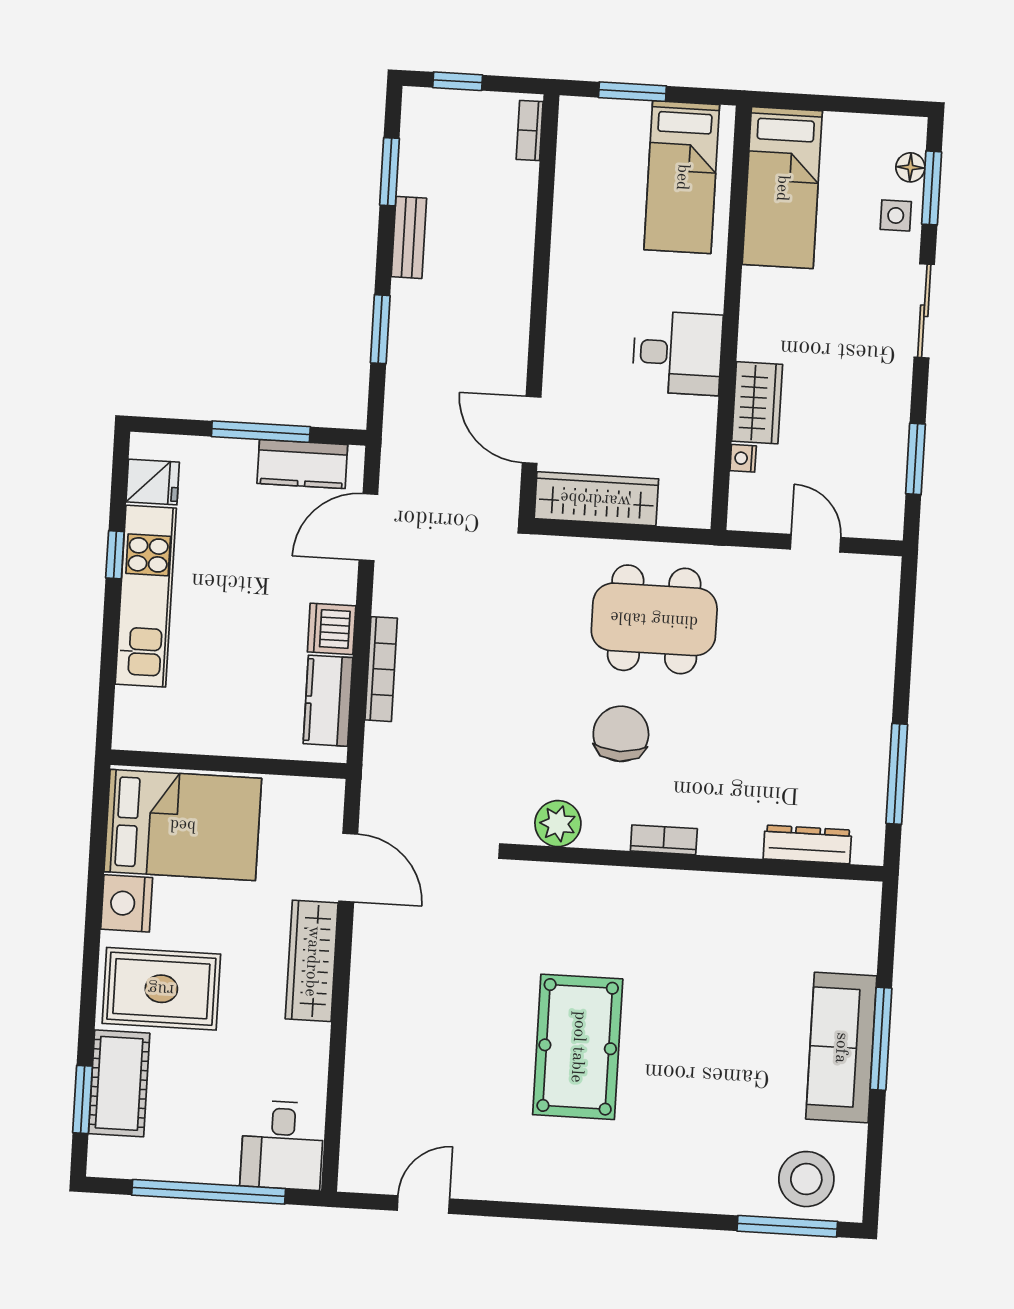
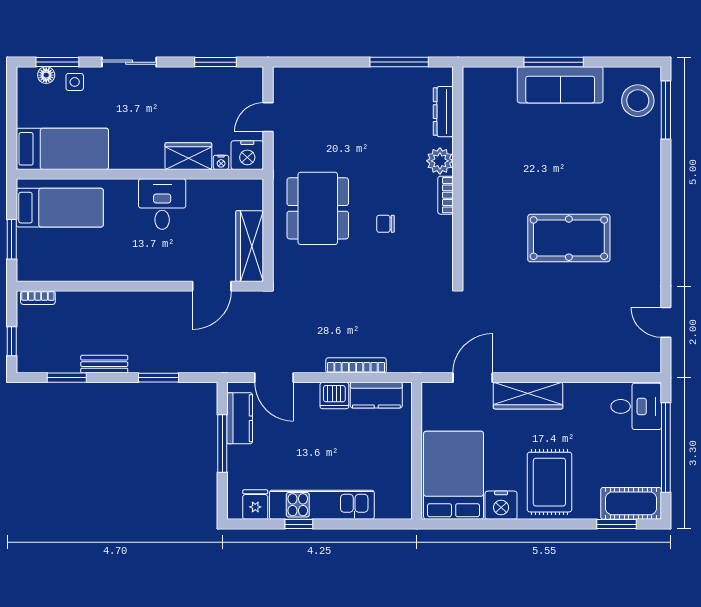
nightstand: (753, 504) -> (247, 155), added
chair: (621, 734) -> (385, 224), width x0.54, depth x0.54
plant: (558, 824) -> (440, 161), moved
cot: (119, 1083) -> (631, 503), moved

